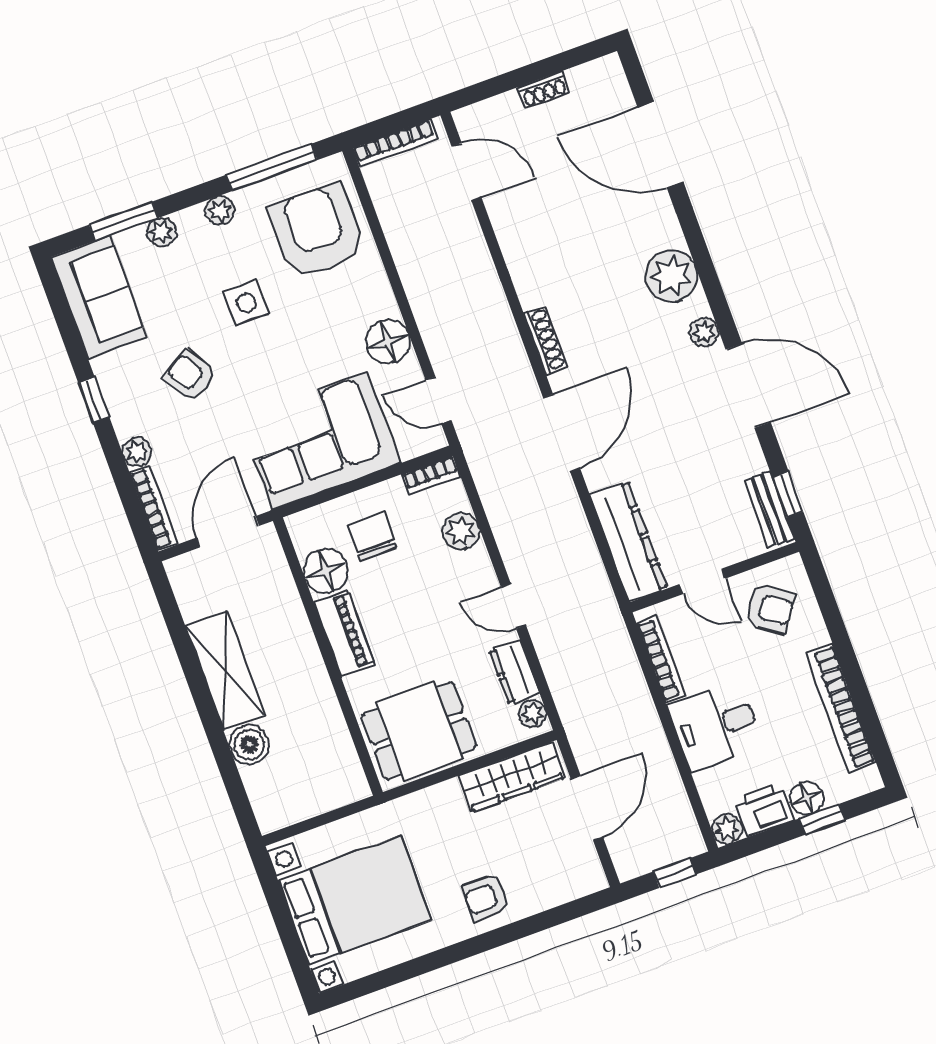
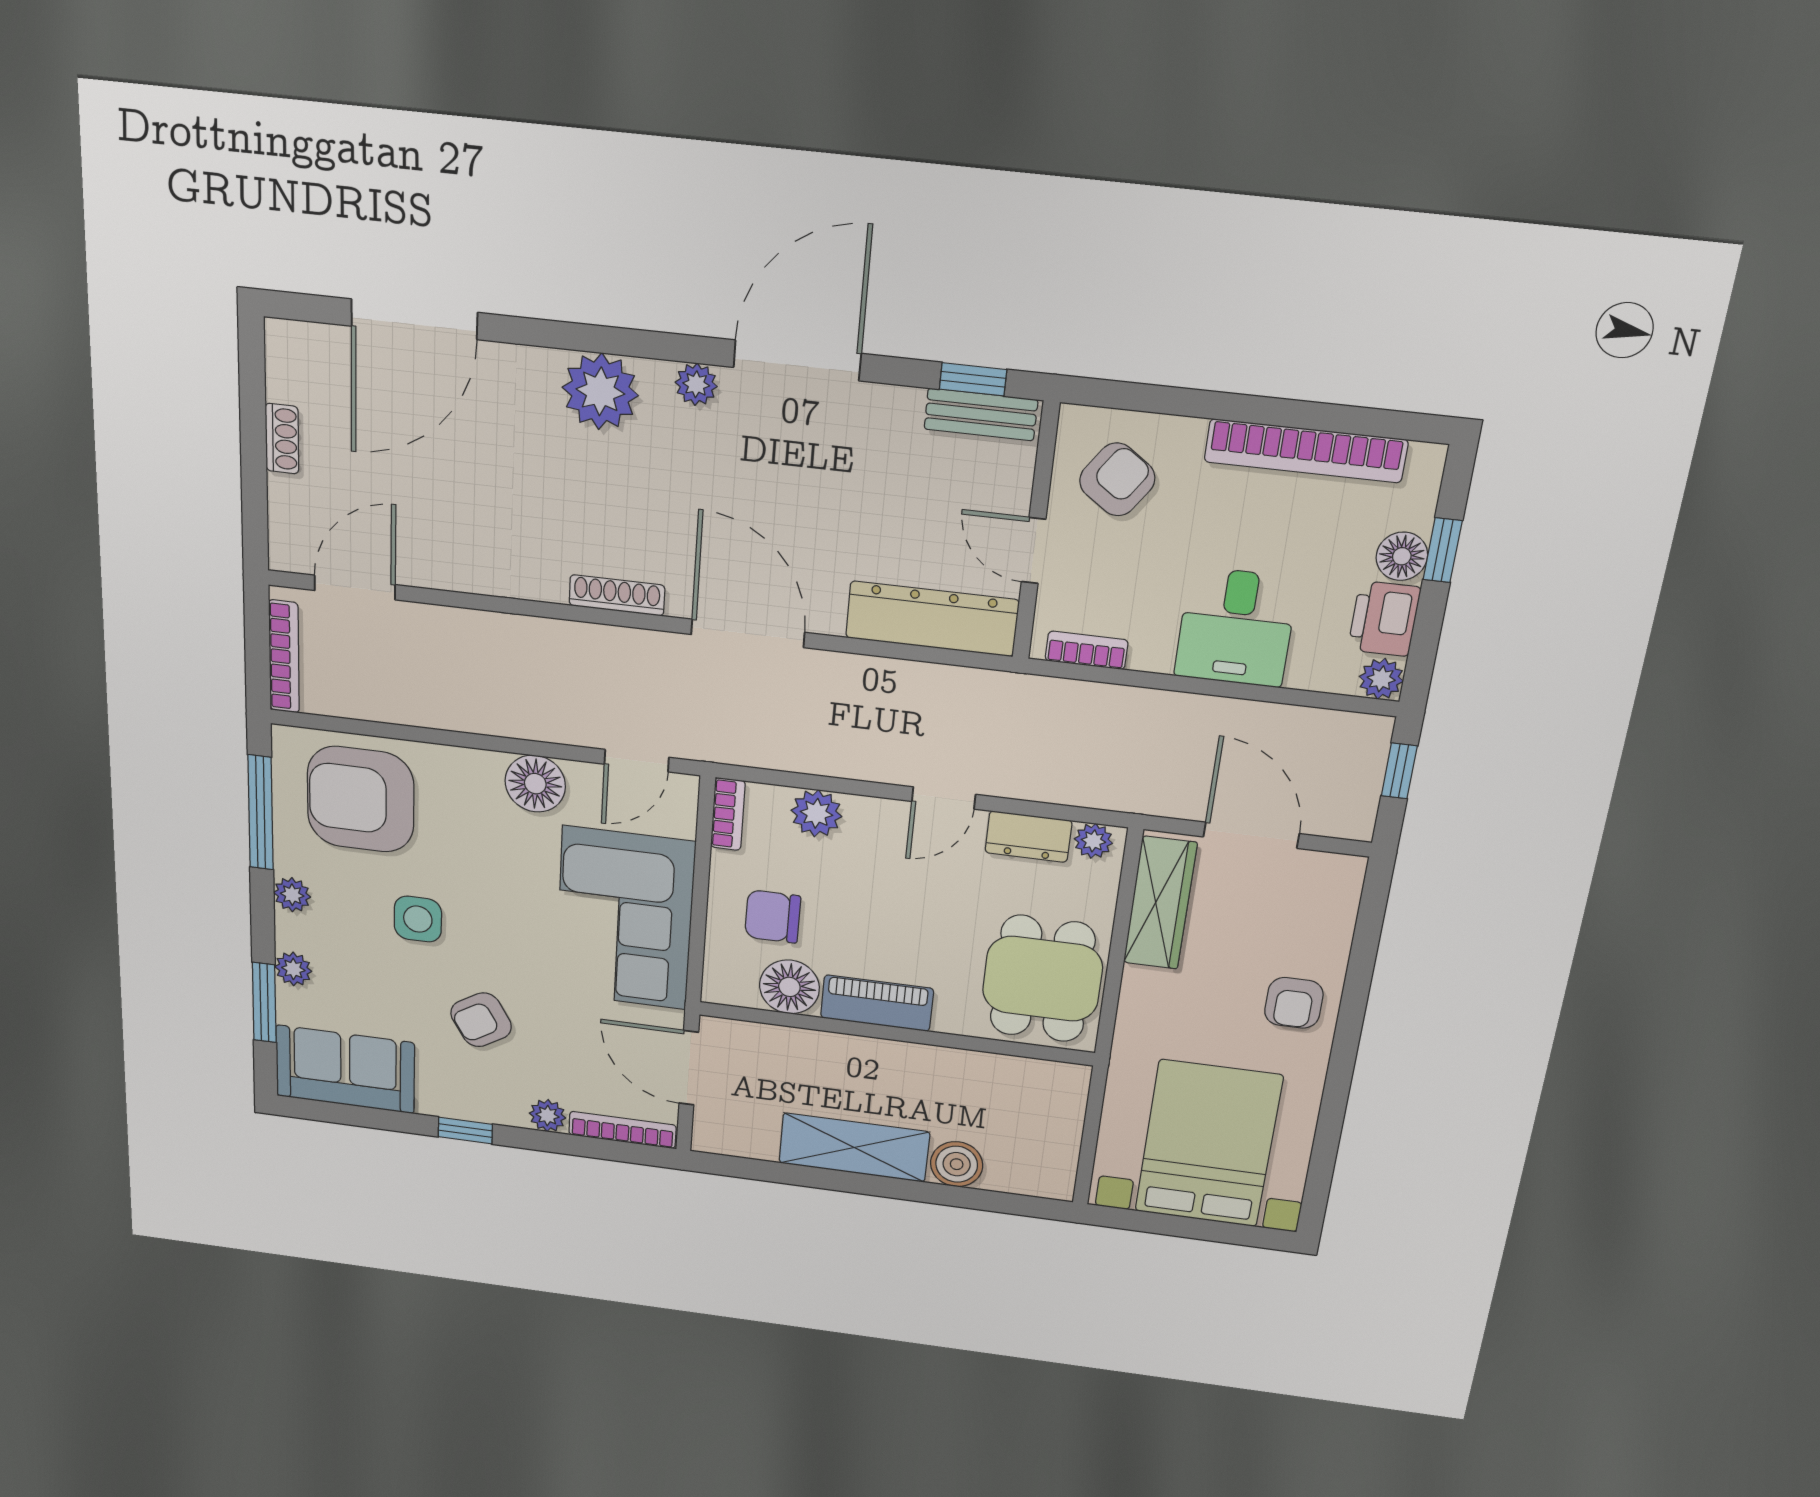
door: (702, 581) -> (1034, 551), swing flipped
bookcase: (661, 659) -> (1087, 650), width x0.64

